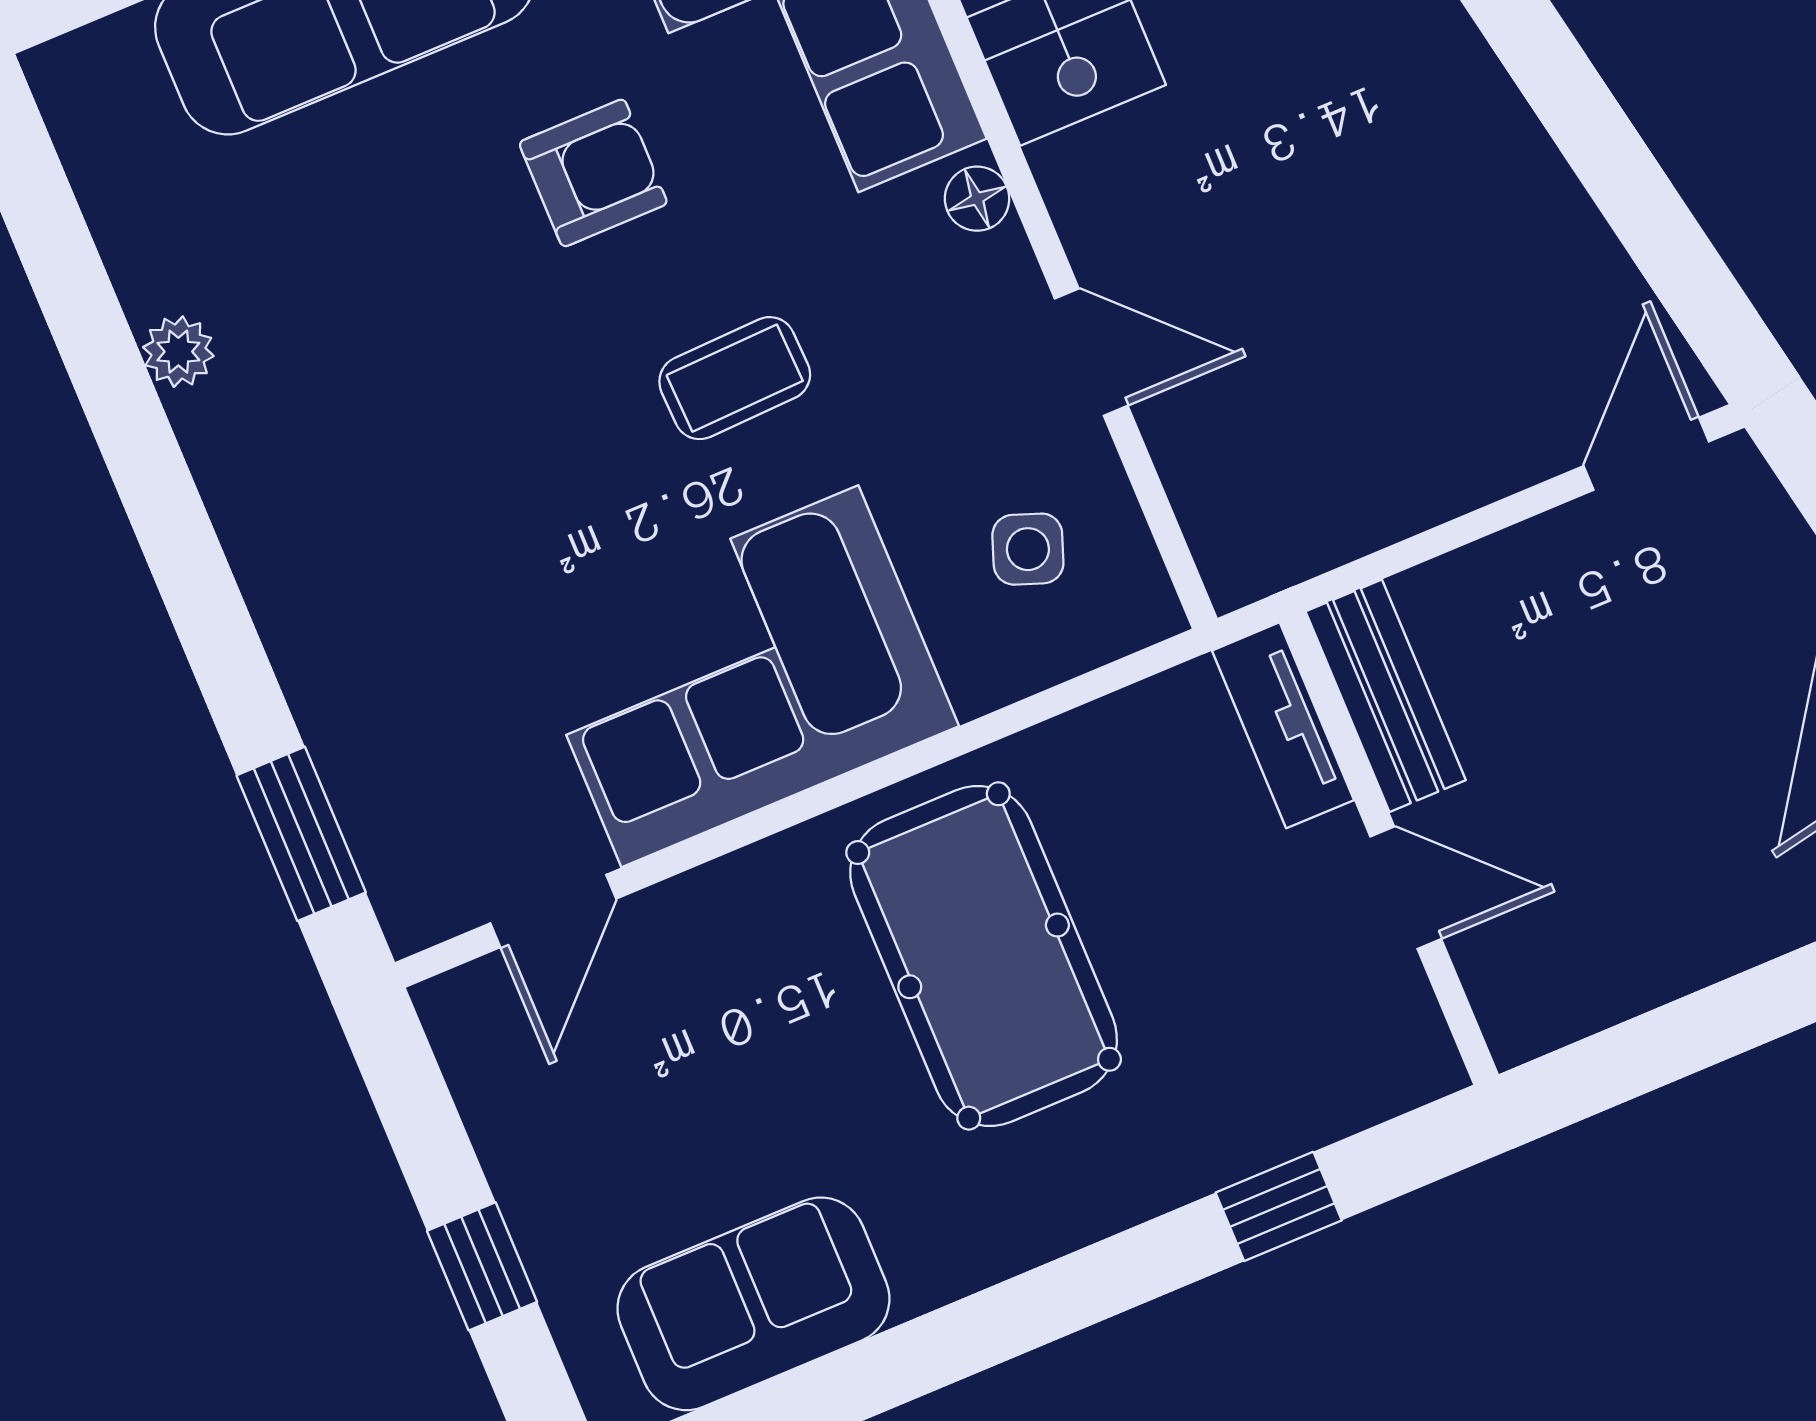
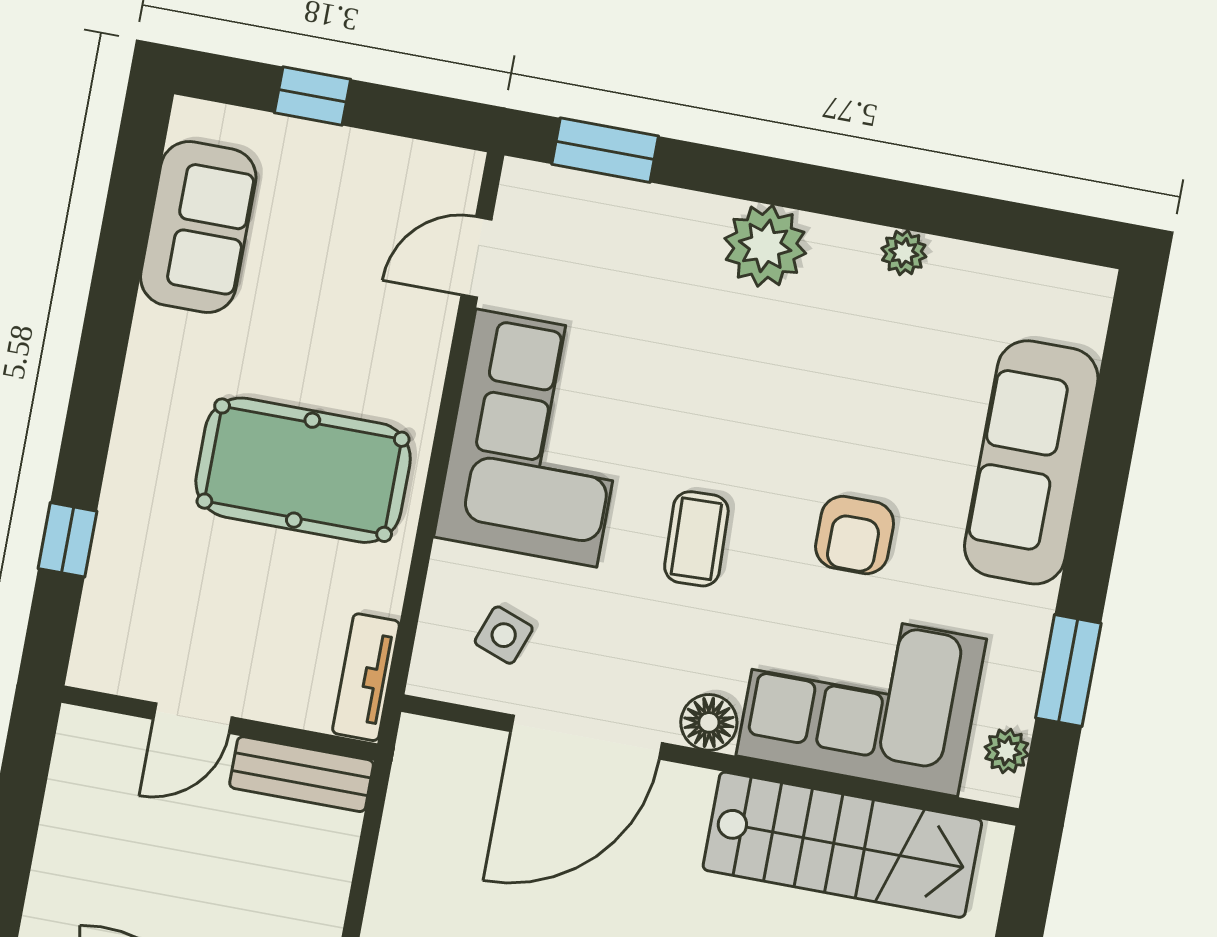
floor lamp: (977, 199) -> (709, 722), width x1.37, depth x1.37
door: (1091, 352) -> (586, 737), width x1.88
plant: (289, 540) -> (765, 246), added
tv unit: (1283, 725) -> (366, 677), moved, turned -90
door: (553, 911) -> (477, 257), hinge flipped

